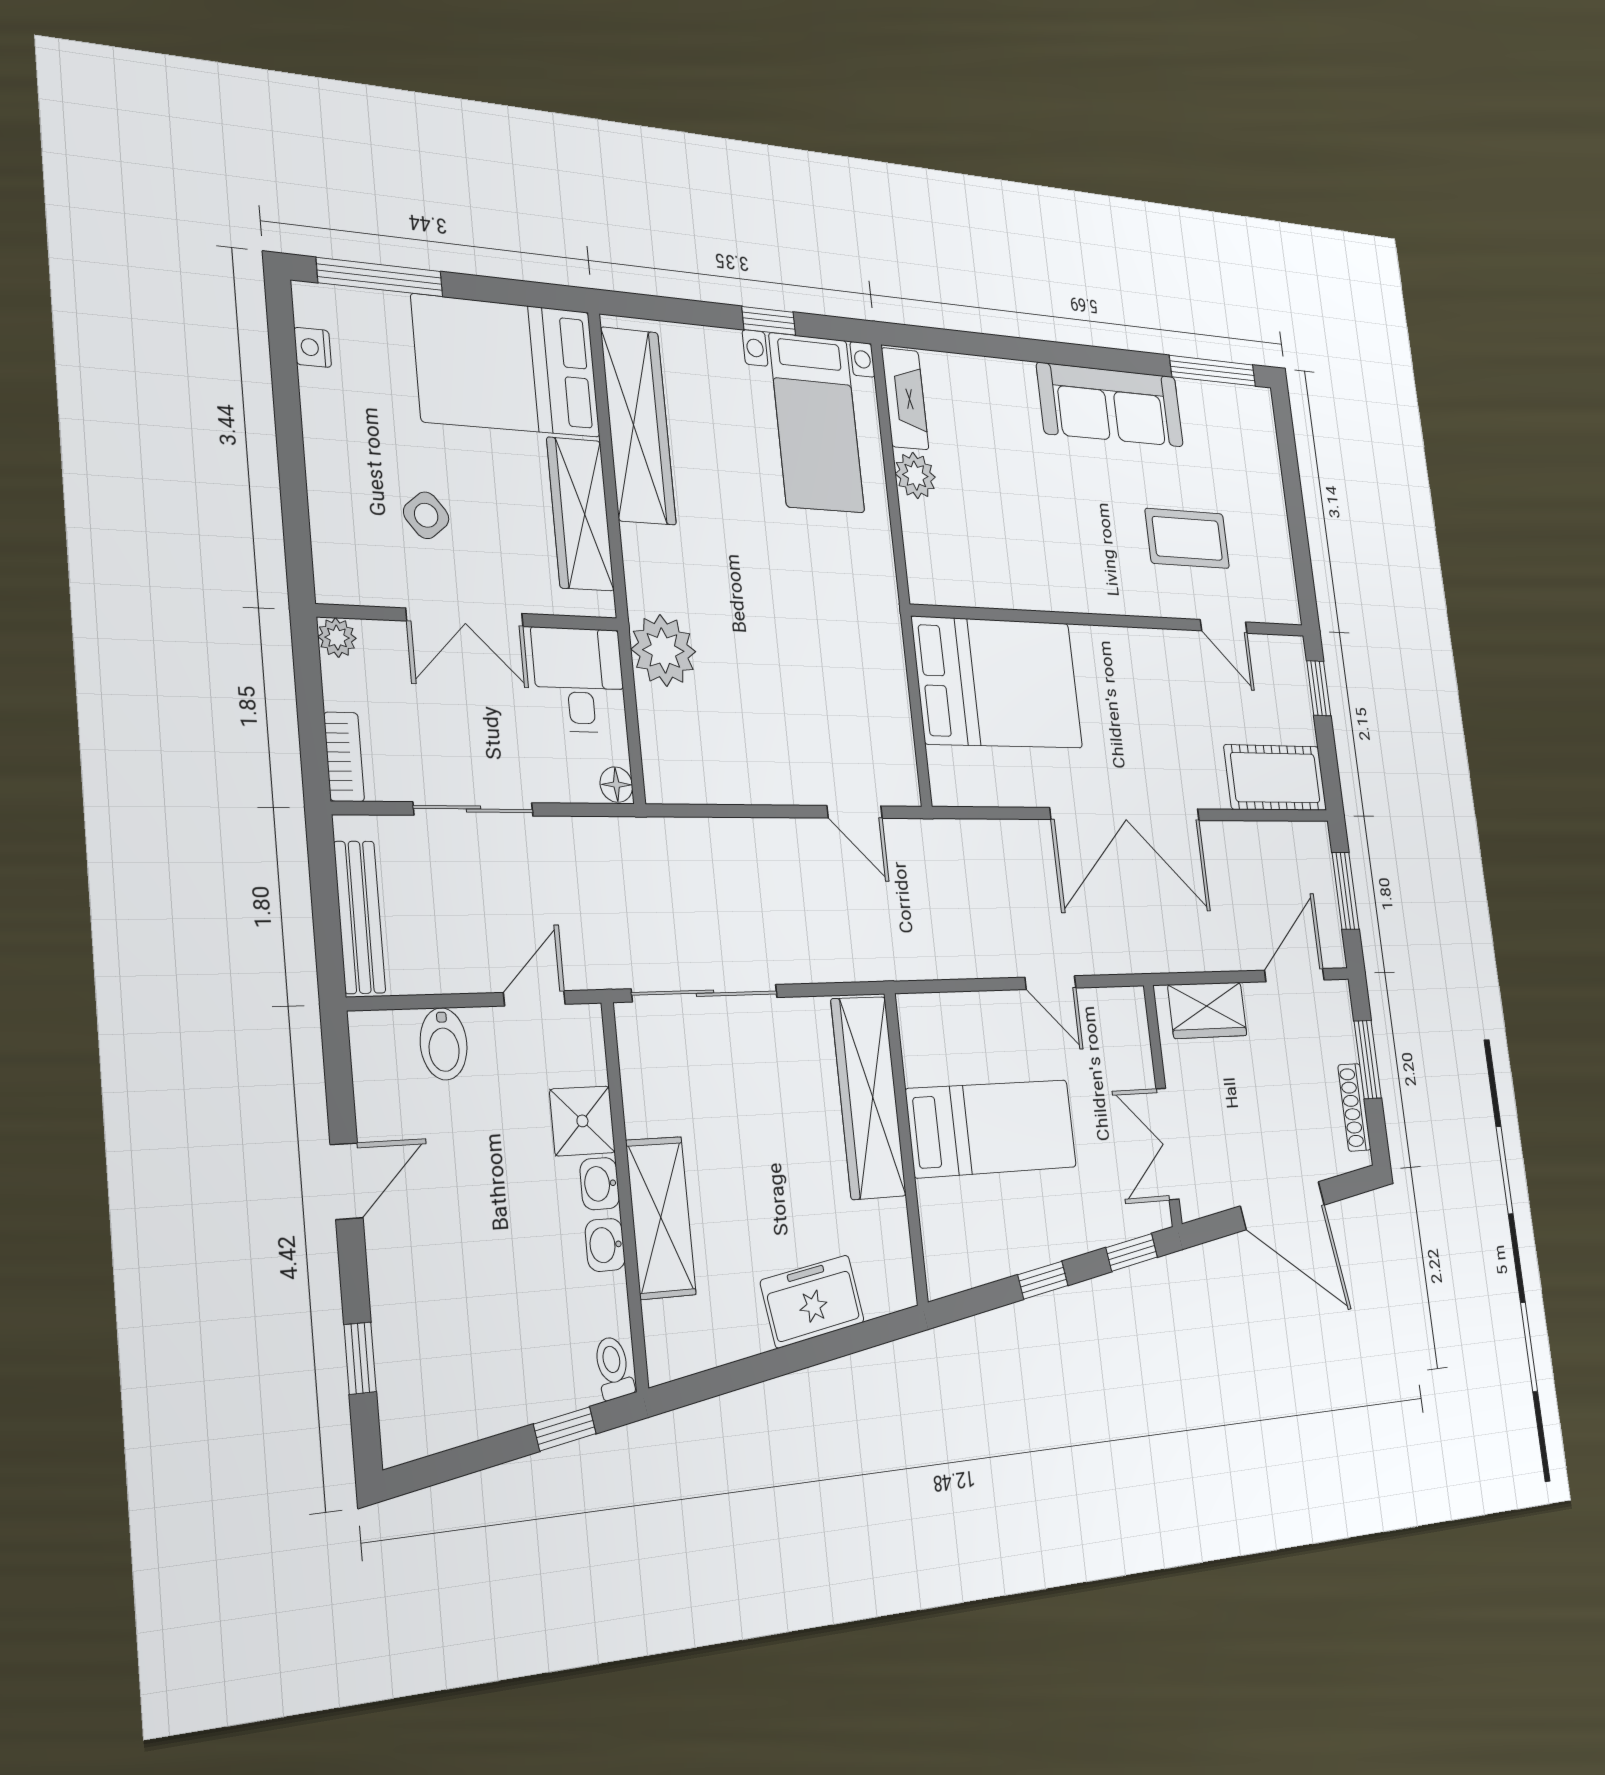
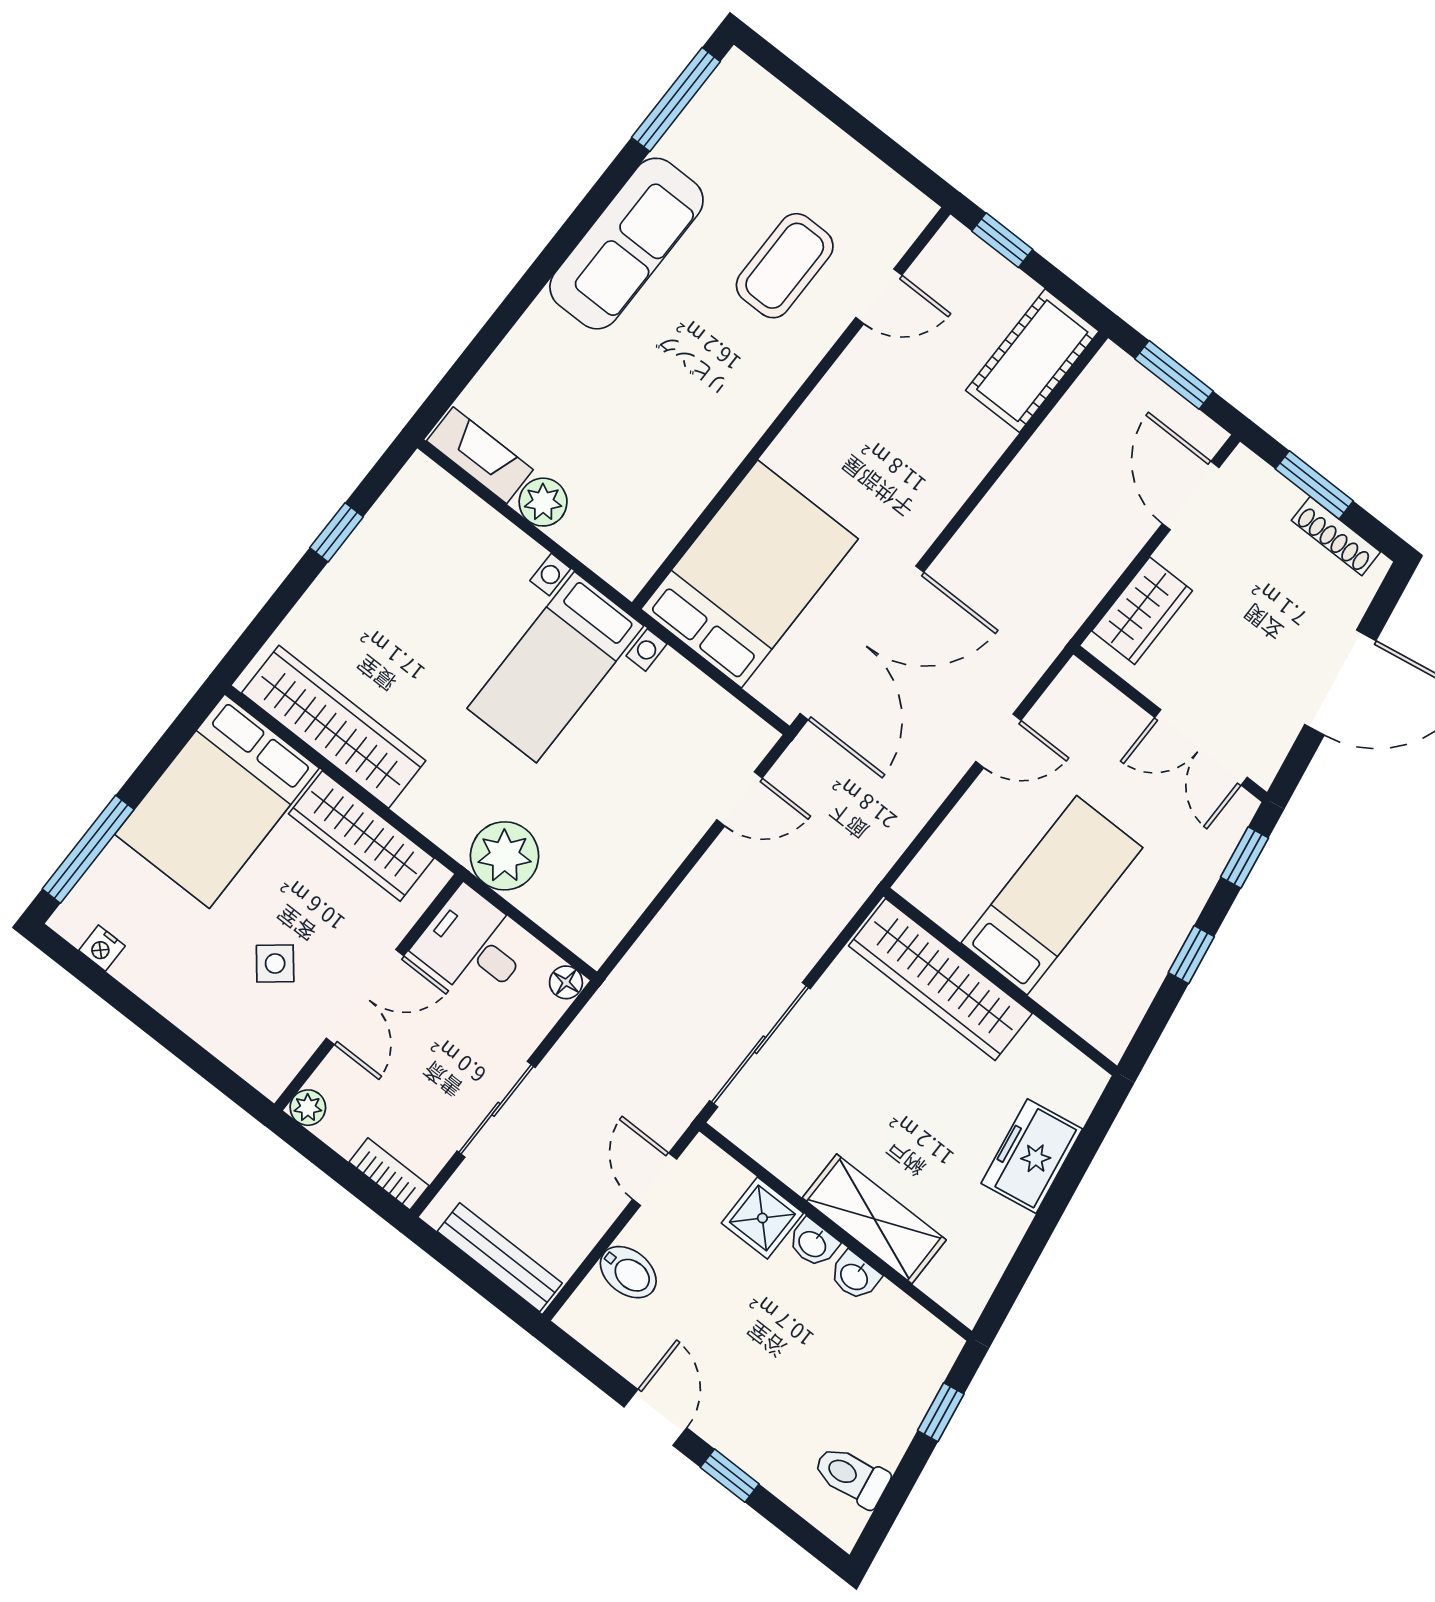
bed with nightstands: (817, 423) -> (555, 667), moved, turned 90
double door: (1126, 814) -> (862, 643), moved
window: (360, 1358) -> (730, 1476), moved
toilet: (613, 1368) -> (851, 1476), moved, width x1.37, depth x1.39

